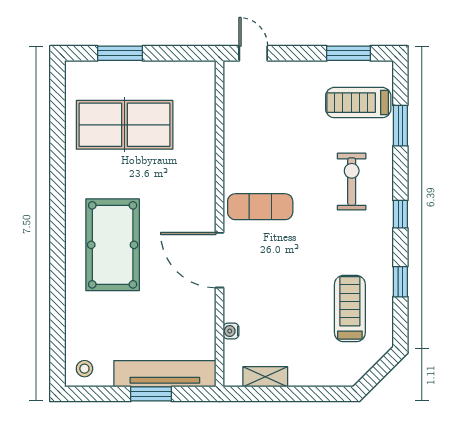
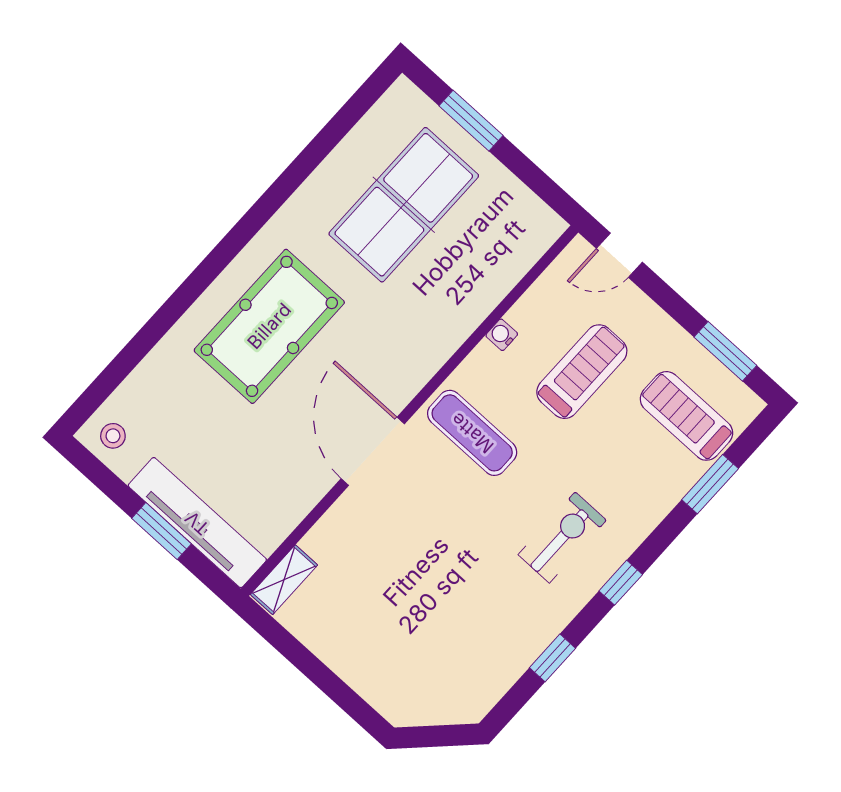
door: (253, 53) -> (619, 255), swing flipped
table tennis table: (125, 125) -> (404, 205), turned 90
exercise bike: (352, 182) -> (562, 537), moved
treadmill: (350, 309) -> (582, 372), moved
water cooler: (231, 331) -> (502, 335), moved
shelving: (265, 377) -> (284, 580), moved, turned 90

